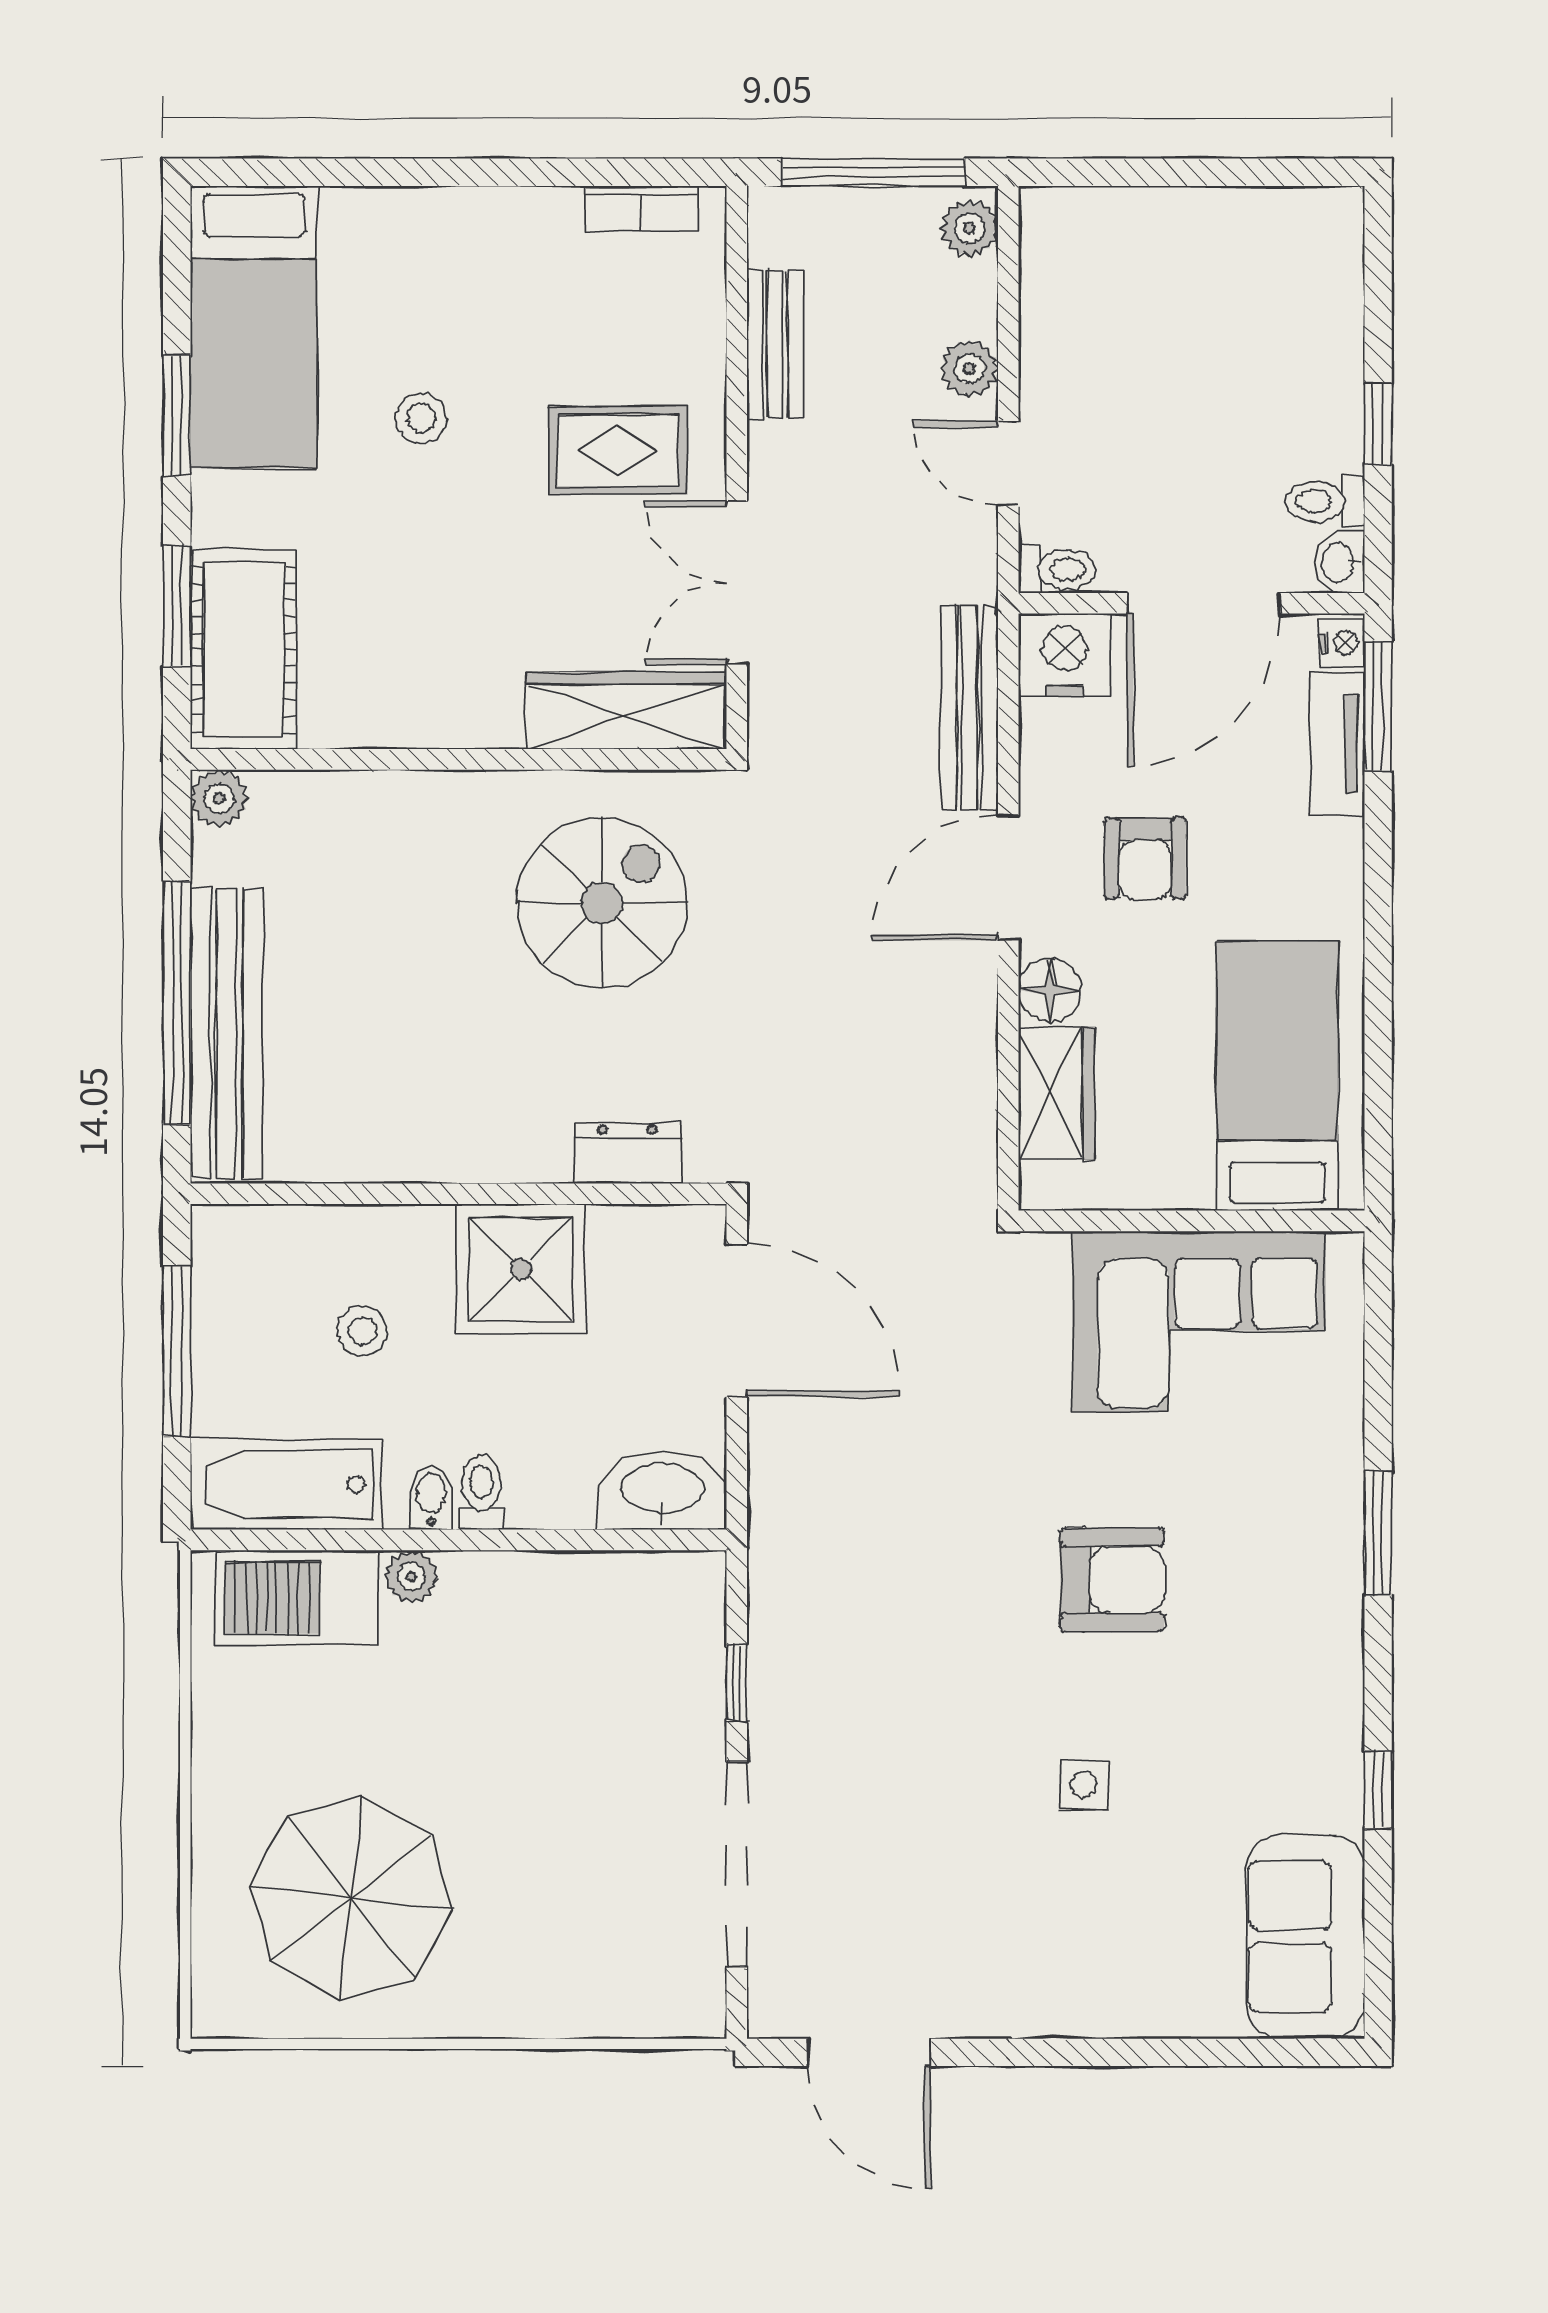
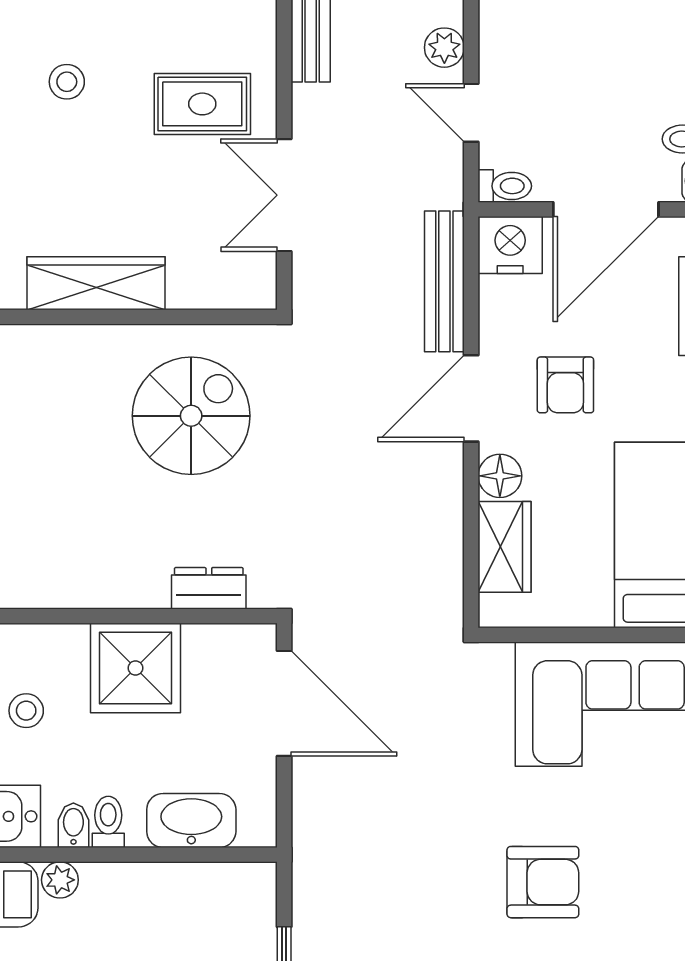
wardrobe: (627, 711) -> (96, 283), moved
washbasin: (662, 1490) -> (191, 820), moved

